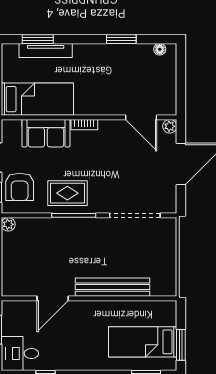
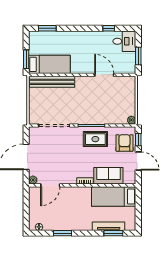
door: (141, 117) -> (50, 185), swing flipped
bench: (113, 287) -> (52, 82), moved
door: (53, 298) -> (104, 75), hinge flipped
bed: (143, 342) -> (49, 64), moved
window: (181, 345) -> (26, 59), moved

